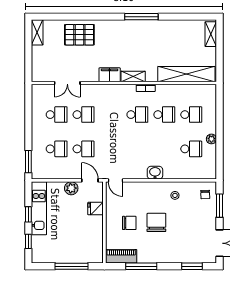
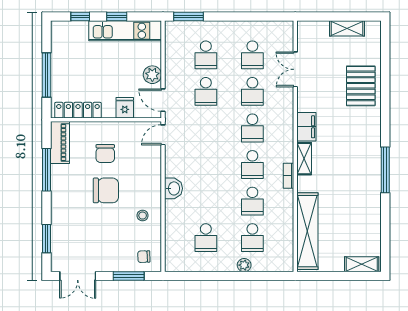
shelving: (37, 32) -> (347, 28), moved
school desk: (110, 115) -> (252, 128), added
plant: (211, 139) -> (244, 265), moved
door: (90, 180) -> (163, 100), swing flipped
locker: (97, 243) -> (78, 110), added

